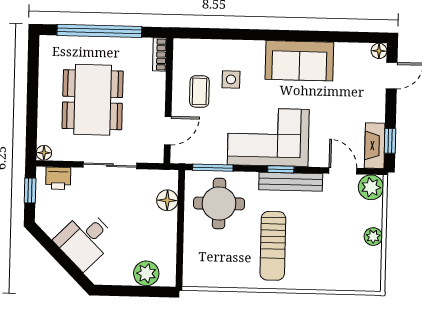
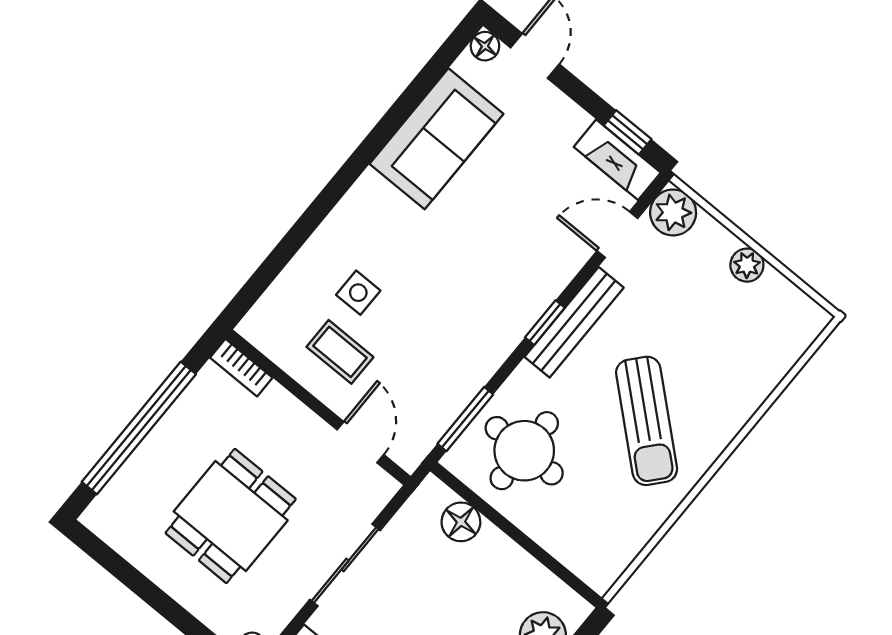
sofa: (299, 61) -> (437, 139), moved
dining table: (93, 100) -> (231, 516), width x0.73
corner sofa: (268, 137) -> (484, 304), removed
sun lounger: (273, 246) -> (647, 421), turned 41

